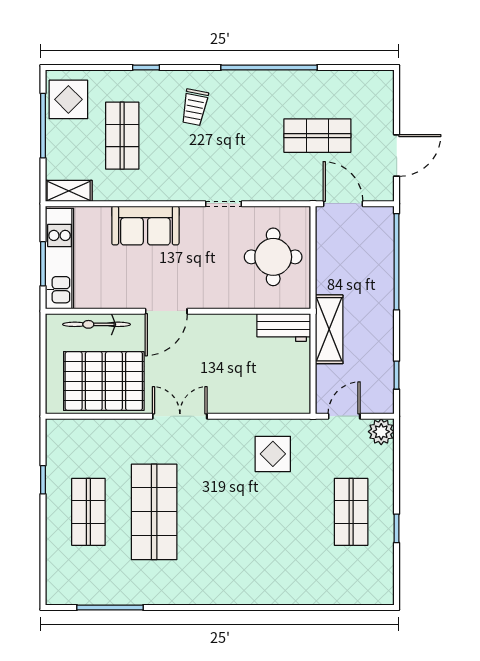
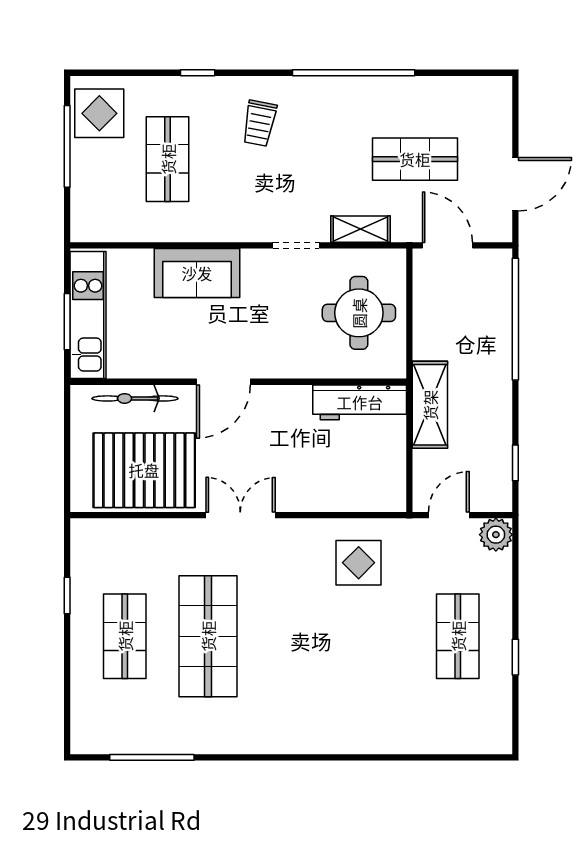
shelving: (69, 191) -> (360, 229), moved
workbench: (284, 327) -> (360, 402), width x1.37

